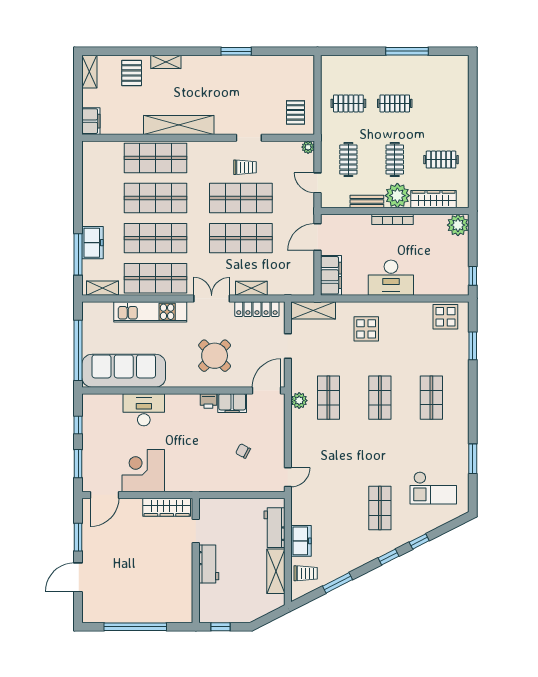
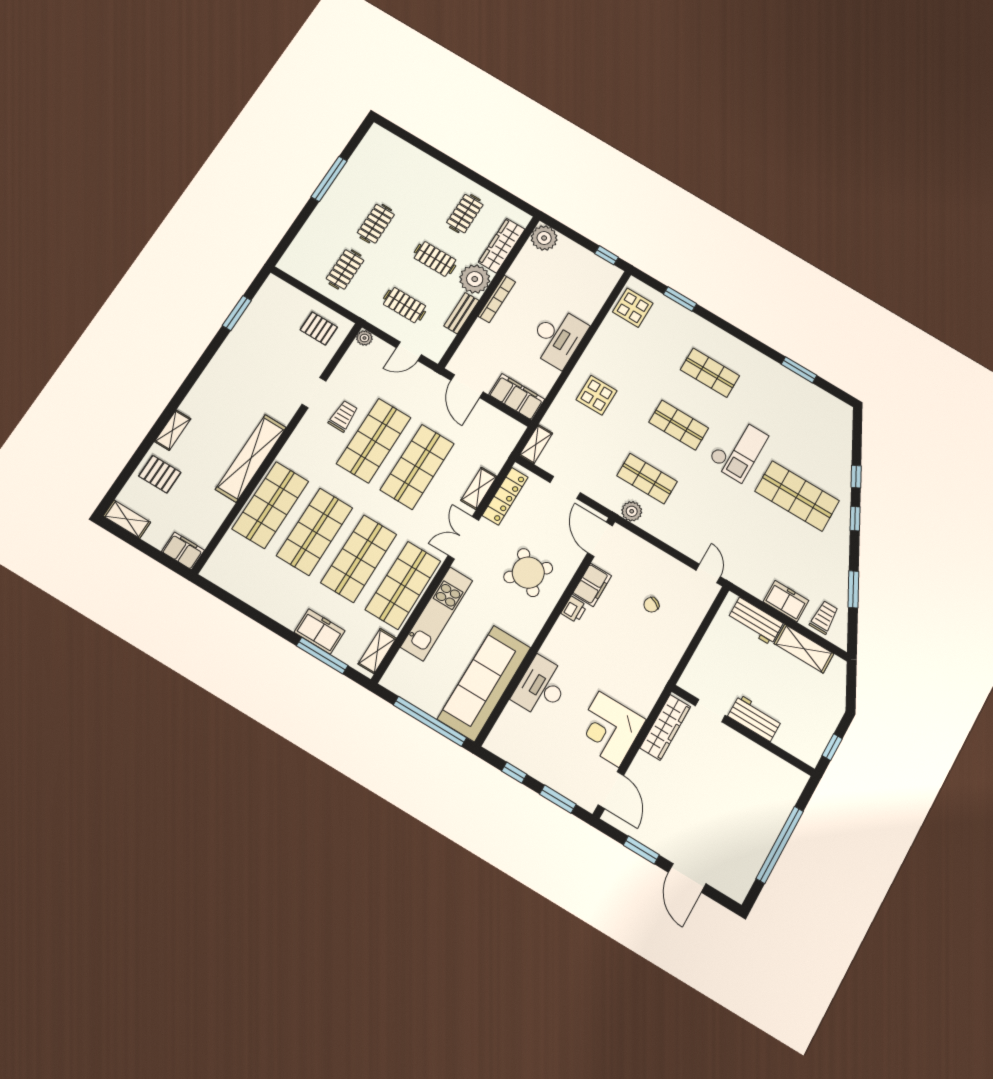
window: (236, 51) -> (237, 313), moved
shelving: (313, 310) -> (536, 444), width x0.67, depth x0.75
checkout: (433, 488) -> (738, 449), moved
shop shelf: (380, 508) -> (797, 496), width x1.43, depth x1.36

